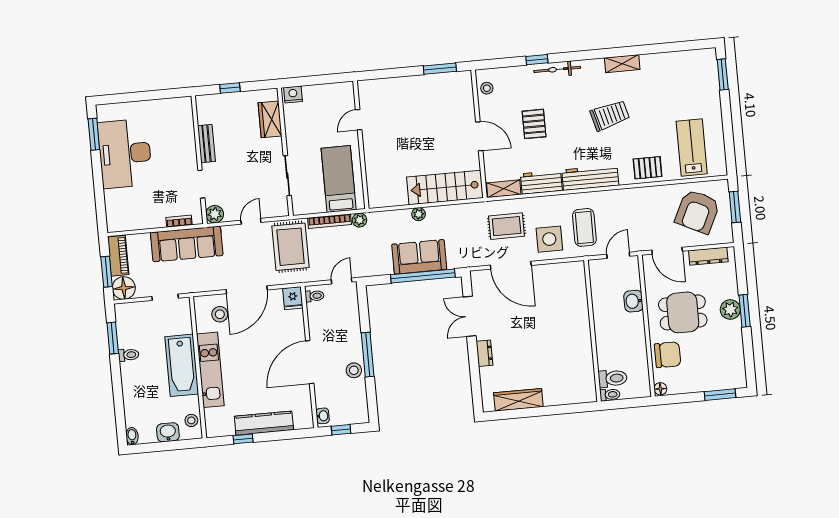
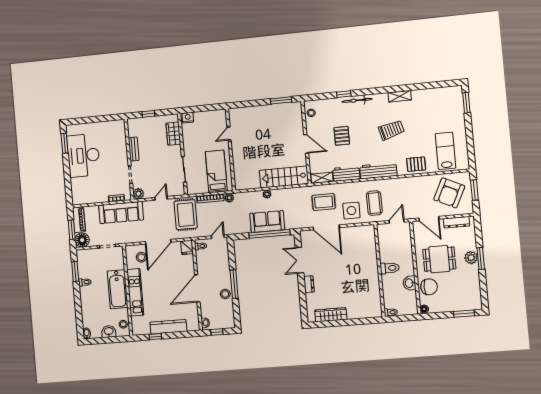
washbasin: (633, 301) -> (409, 283), moved
toilet: (613, 378) -> (390, 268), moved

